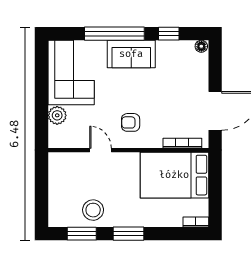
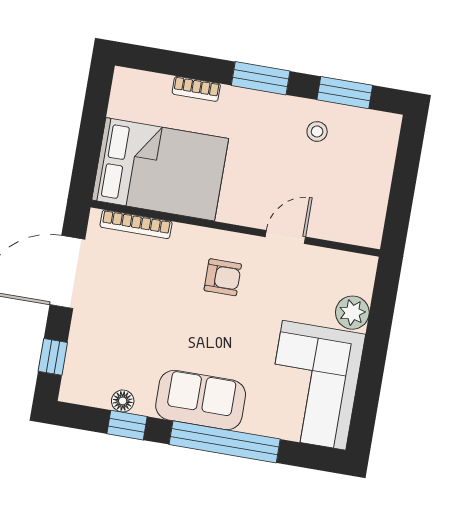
floor lamp: (201, 46) -> (123, 401), moved
window: (215, 64) -> (53, 357), added
door: (100, 150) -> (285, 237), swing flipped
stool: (93, 210) -> (317, 131), width x0.53, depth x0.53
bookcase: (196, 222) -> (196, 89), moved

